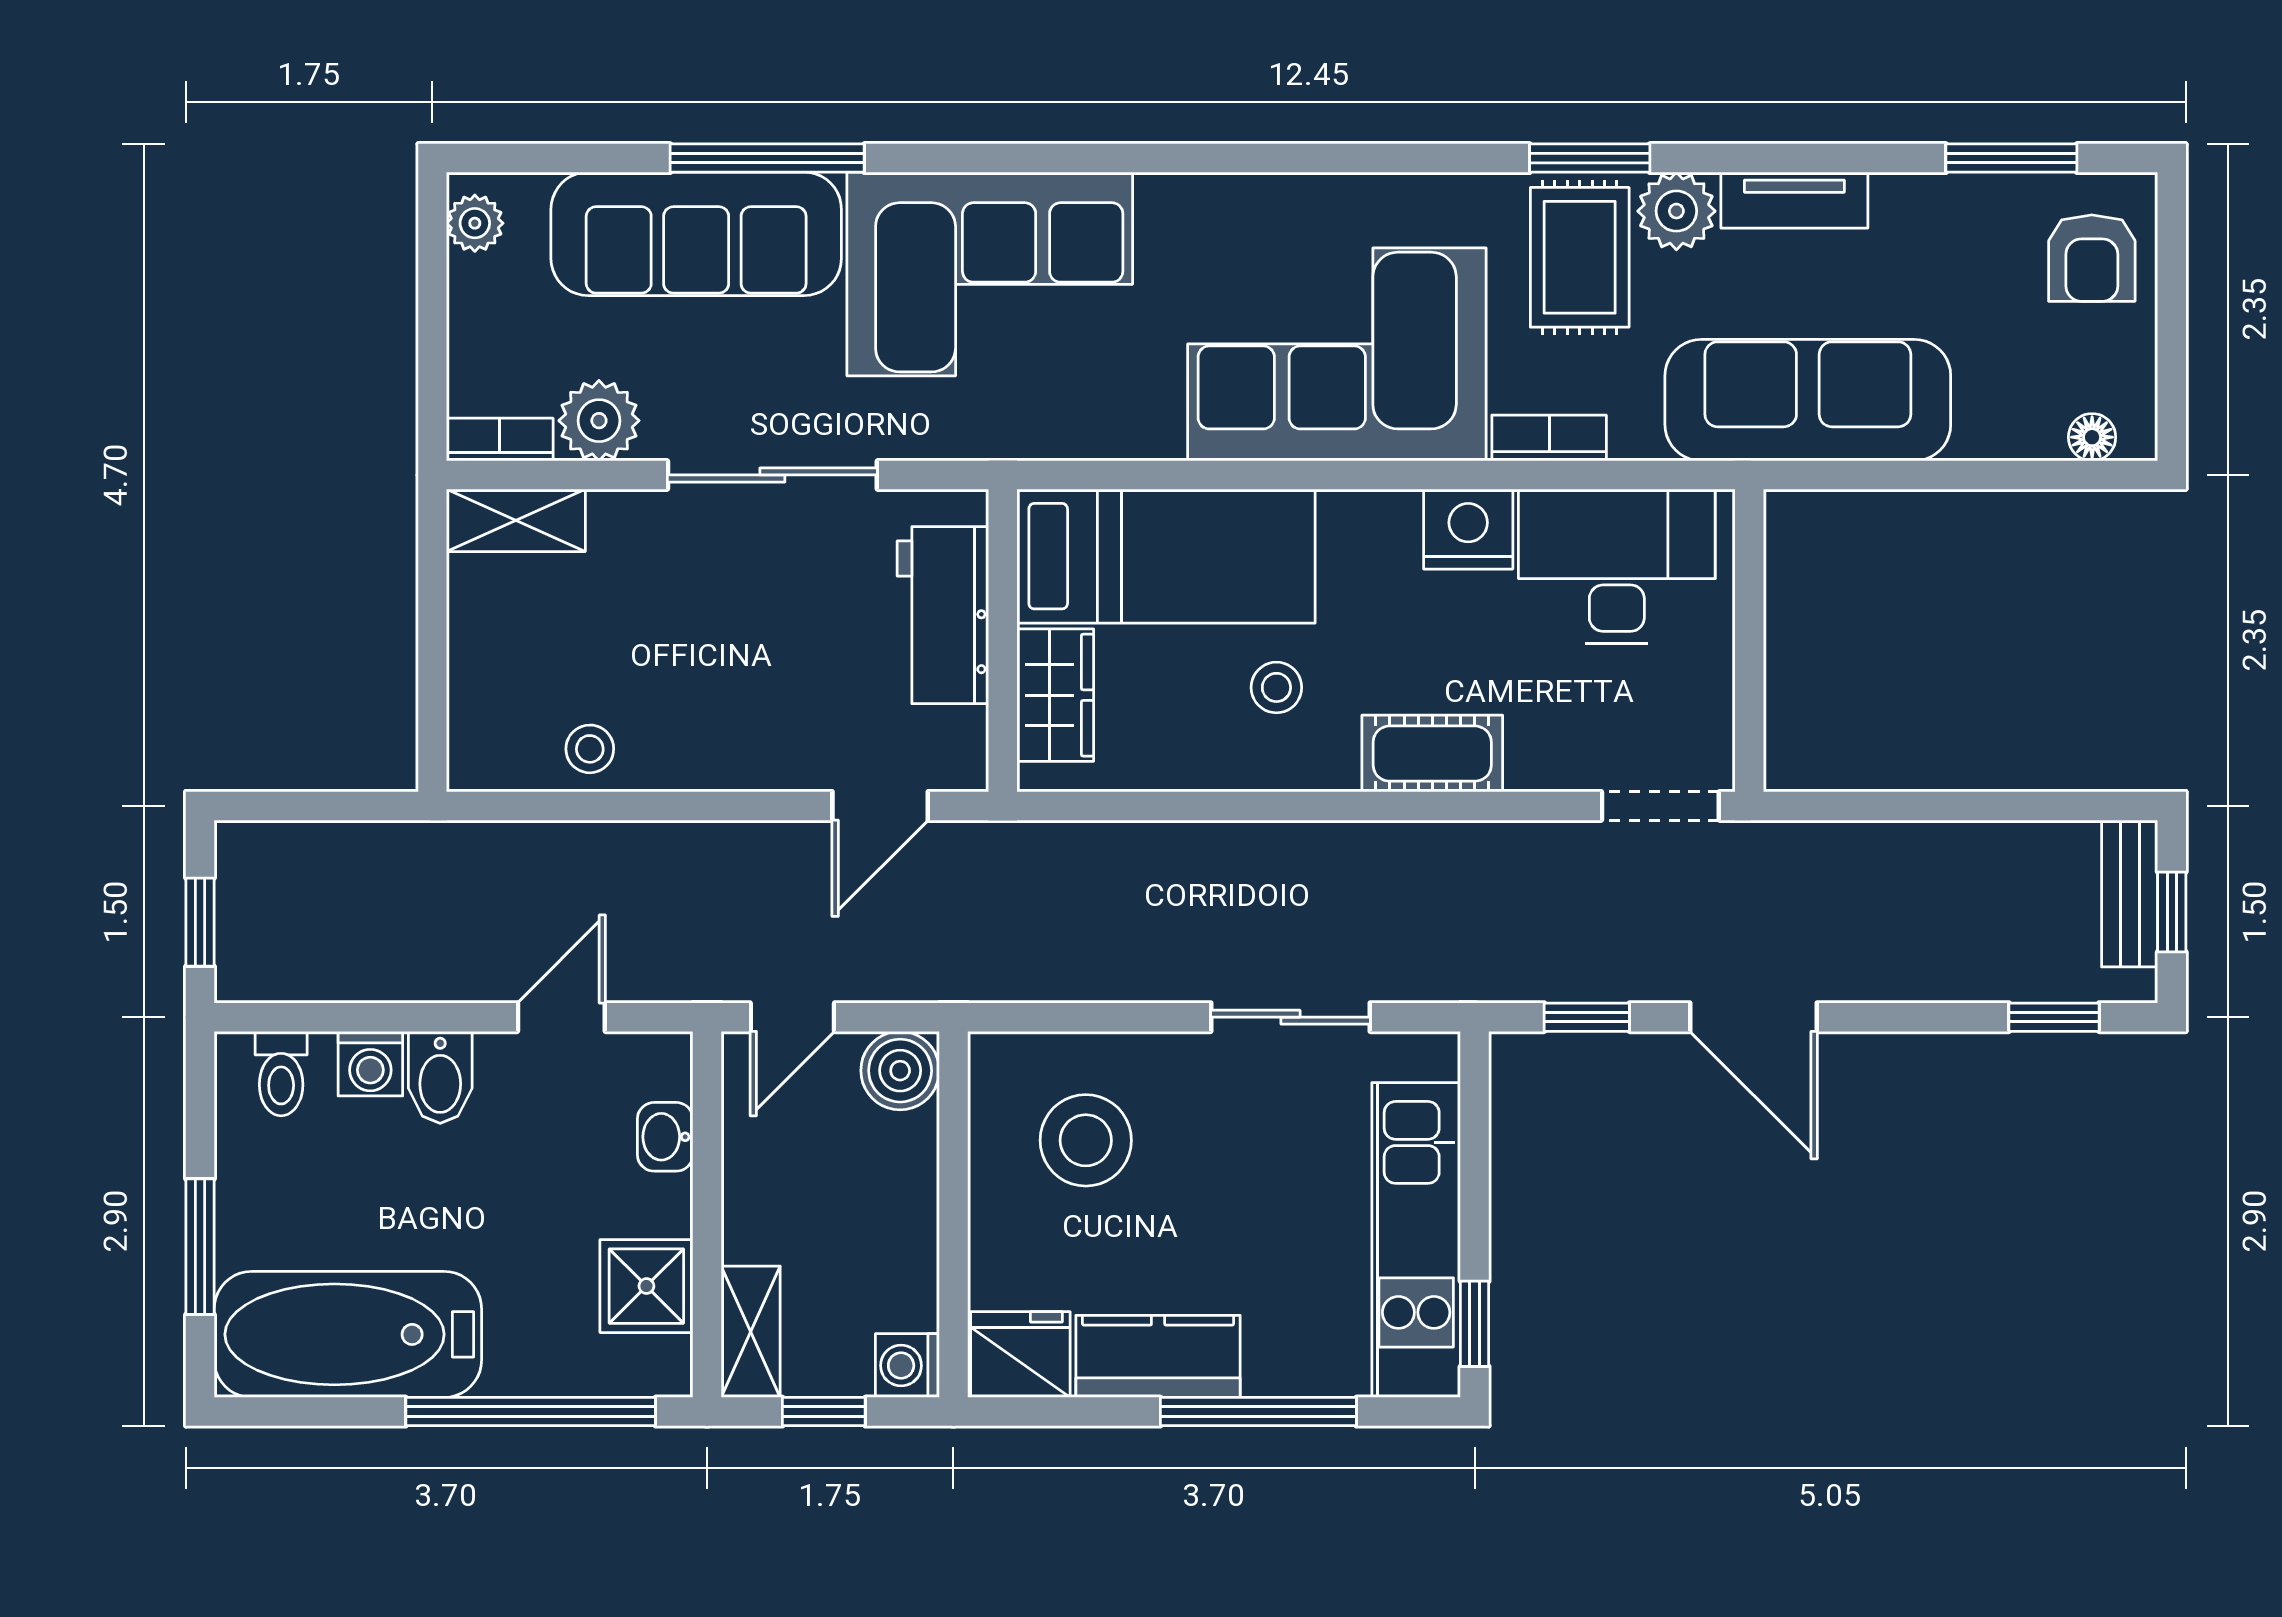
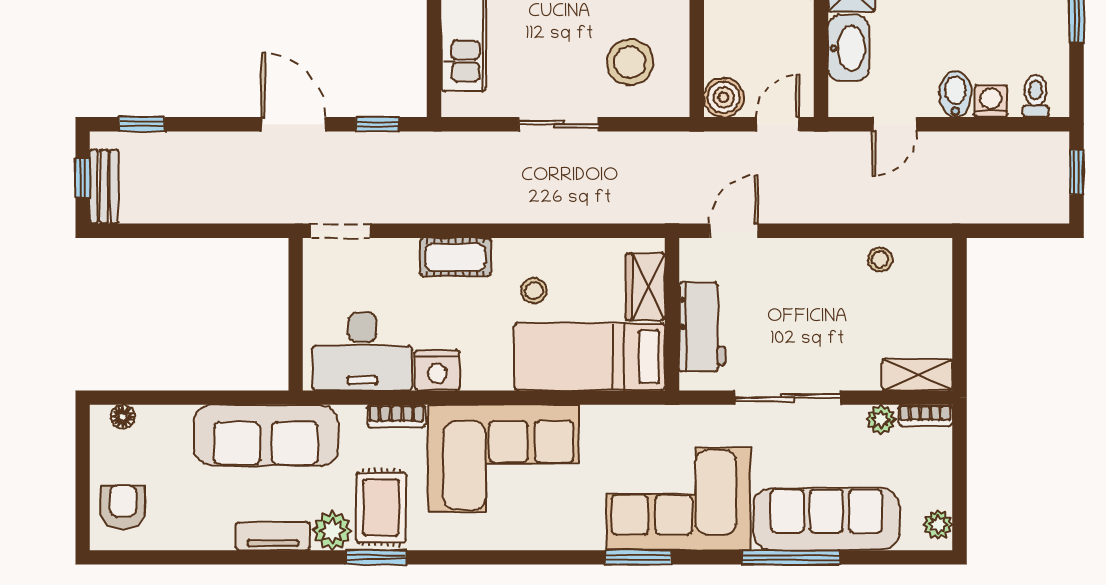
window: (2011, 158) -> (638, 557), moved
plant: (599, 421) -> (881, 419), width x0.73, depth x0.73
sliding door: (1291, 1017) -> (559, 124), moved
washbasin: (665, 1137) -> (848, 48), width x1.91, depth x1.45

